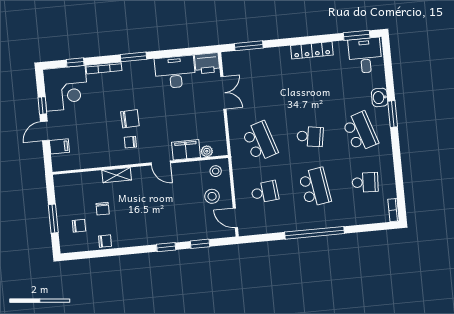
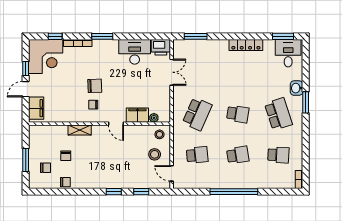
school desk: (260, 141) -> (197, 114), turned 42
filing cabinet: (59, 146) -> (36, 108), width x2.00
school desk: (315, 187) -> (238, 155), width x0.54

